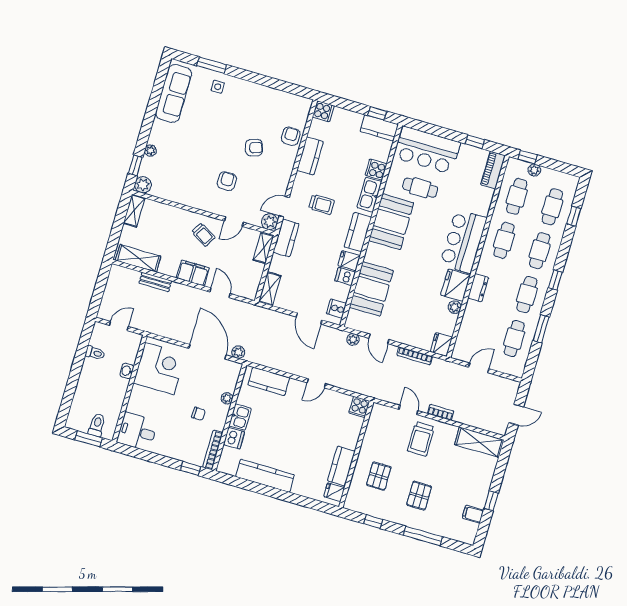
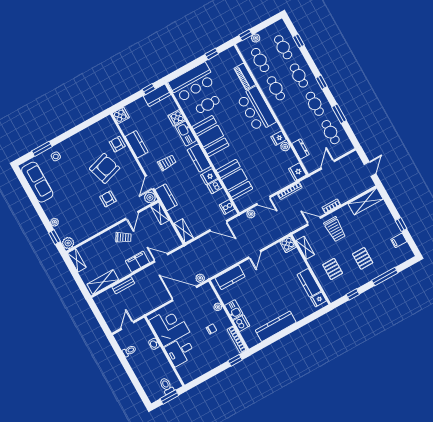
armchair: (254, 148) -> (105, 168), width x1.88, depth x1.88
piano: (493, 170) -> (245, 77), moved
fridge: (456, 285) -> (279, 138), width x0.53, depth x0.75
dresser: (478, 288) -> (301, 149), moved
shelving: (373, 428) -> (305, 248), added
desk: (137, 432) -> (180, 351), moved

